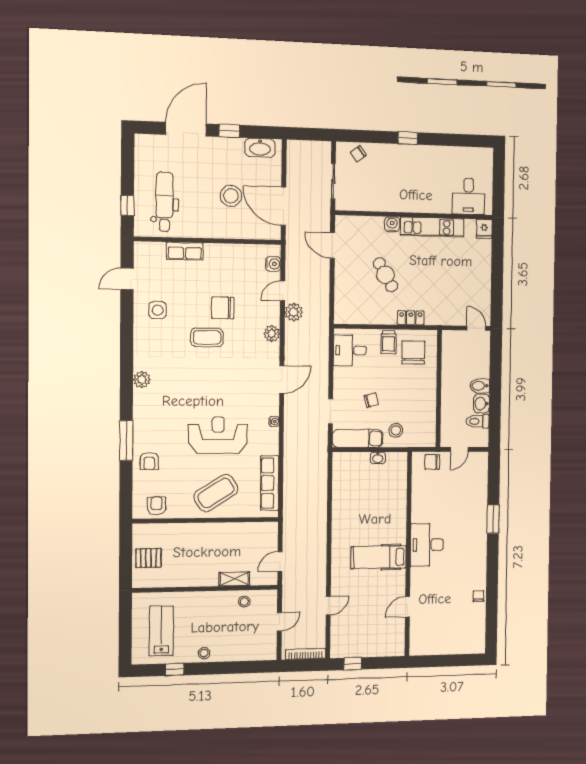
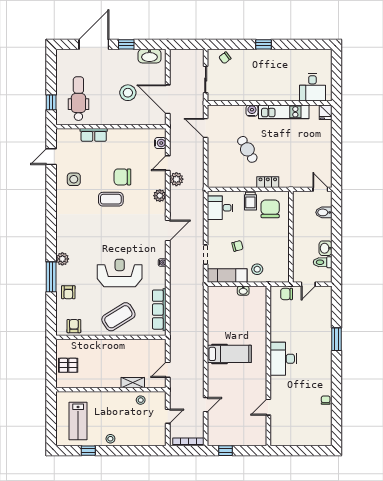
plant: (142, 379) -> (62, 259), moved
bidet: (480, 386) -> (324, 212), moved
hospital bed: (379, 557) -> (229, 354), moved, turned 180
lab bench: (161, 631) -> (78, 421), turned 180

